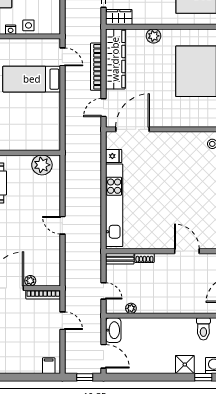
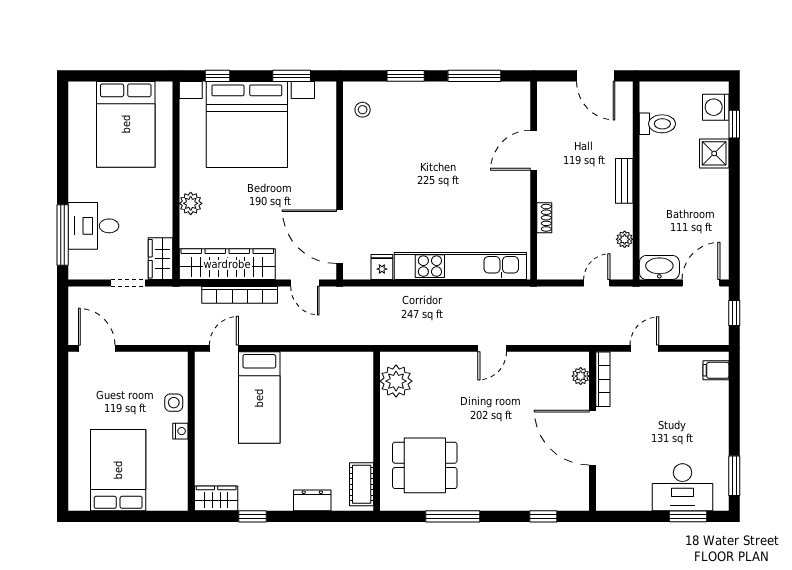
bench: (120, 259) -> (624, 181), moved
plant: (30, 281) -> (581, 376), moved

